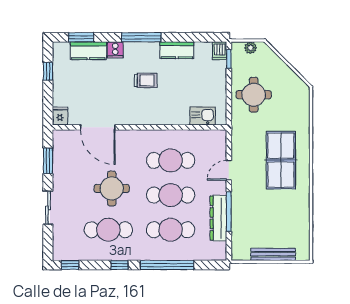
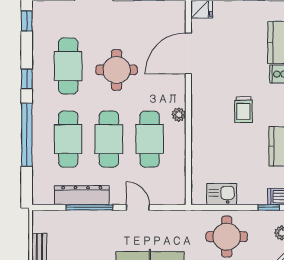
kitchen sink: (203, 116) -> (222, 194), moved, turned -90
plant: (150, 136) -> (179, 115), added

